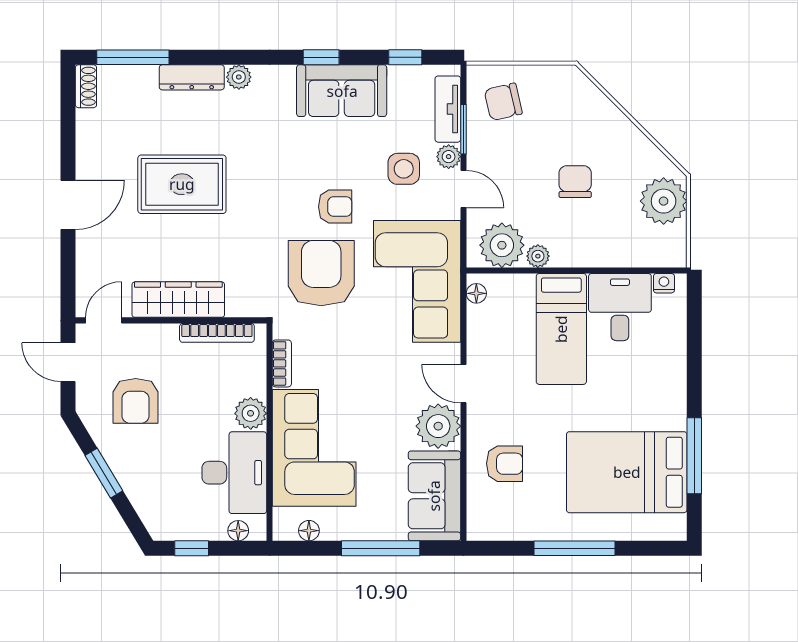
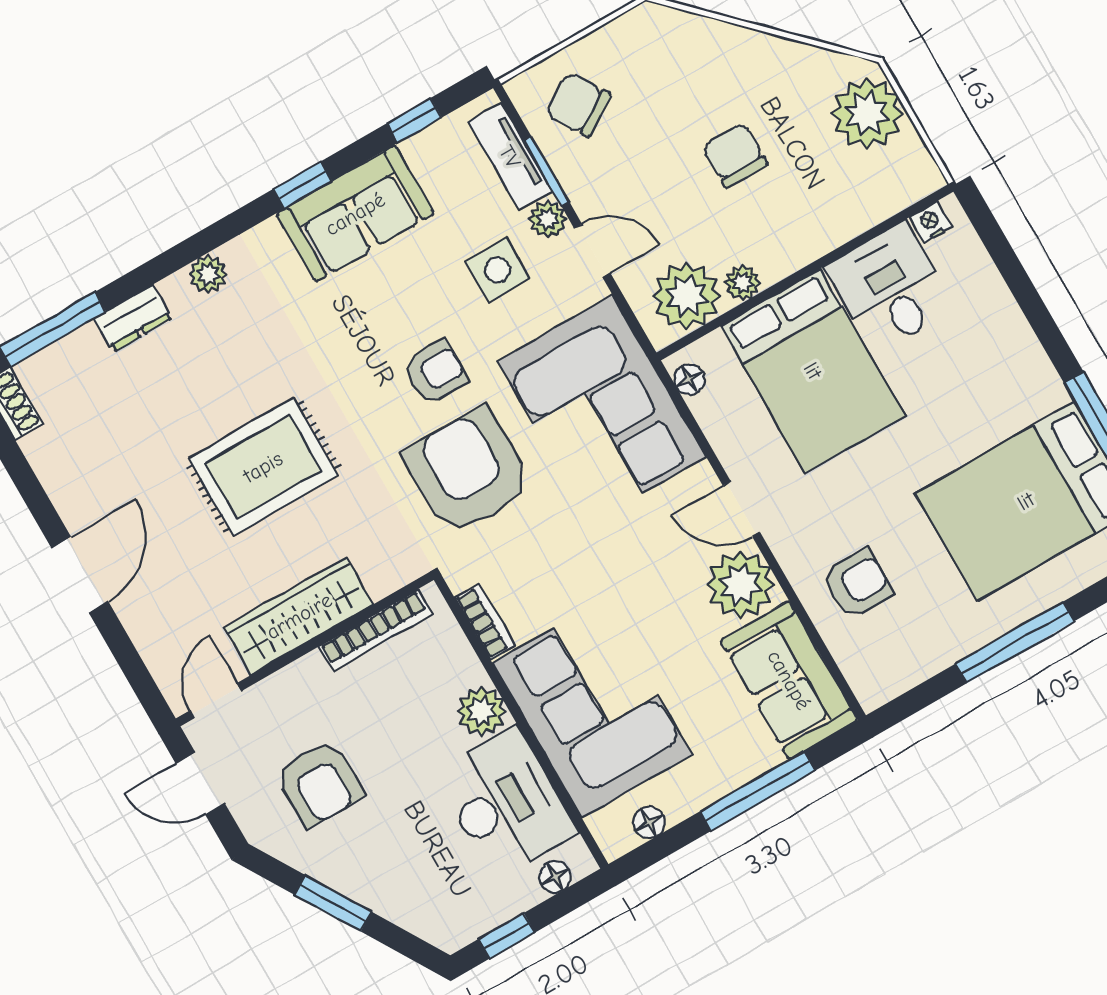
dresser: (192, 77) -> (133, 318), width x0.70
chair: (503, 102) -> (578, 105), turned 70
rug: (182, 184) -> (263, 467), moved
bed: (561, 329) -> (813, 371), width x1.50

